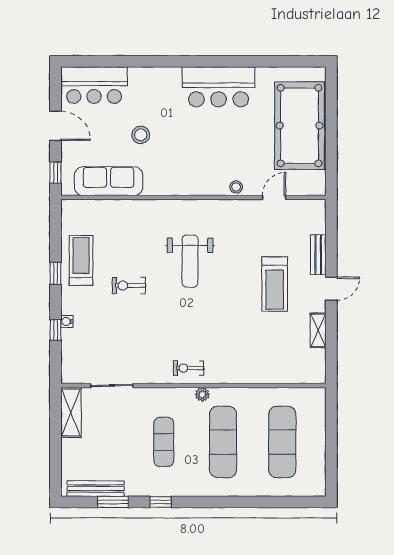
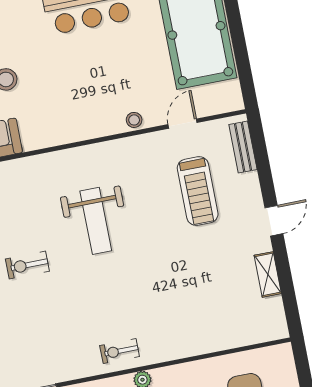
bench: (318, 255) -> (243, 147), moved
treadmill: (275, 284) -> (198, 191), moved

